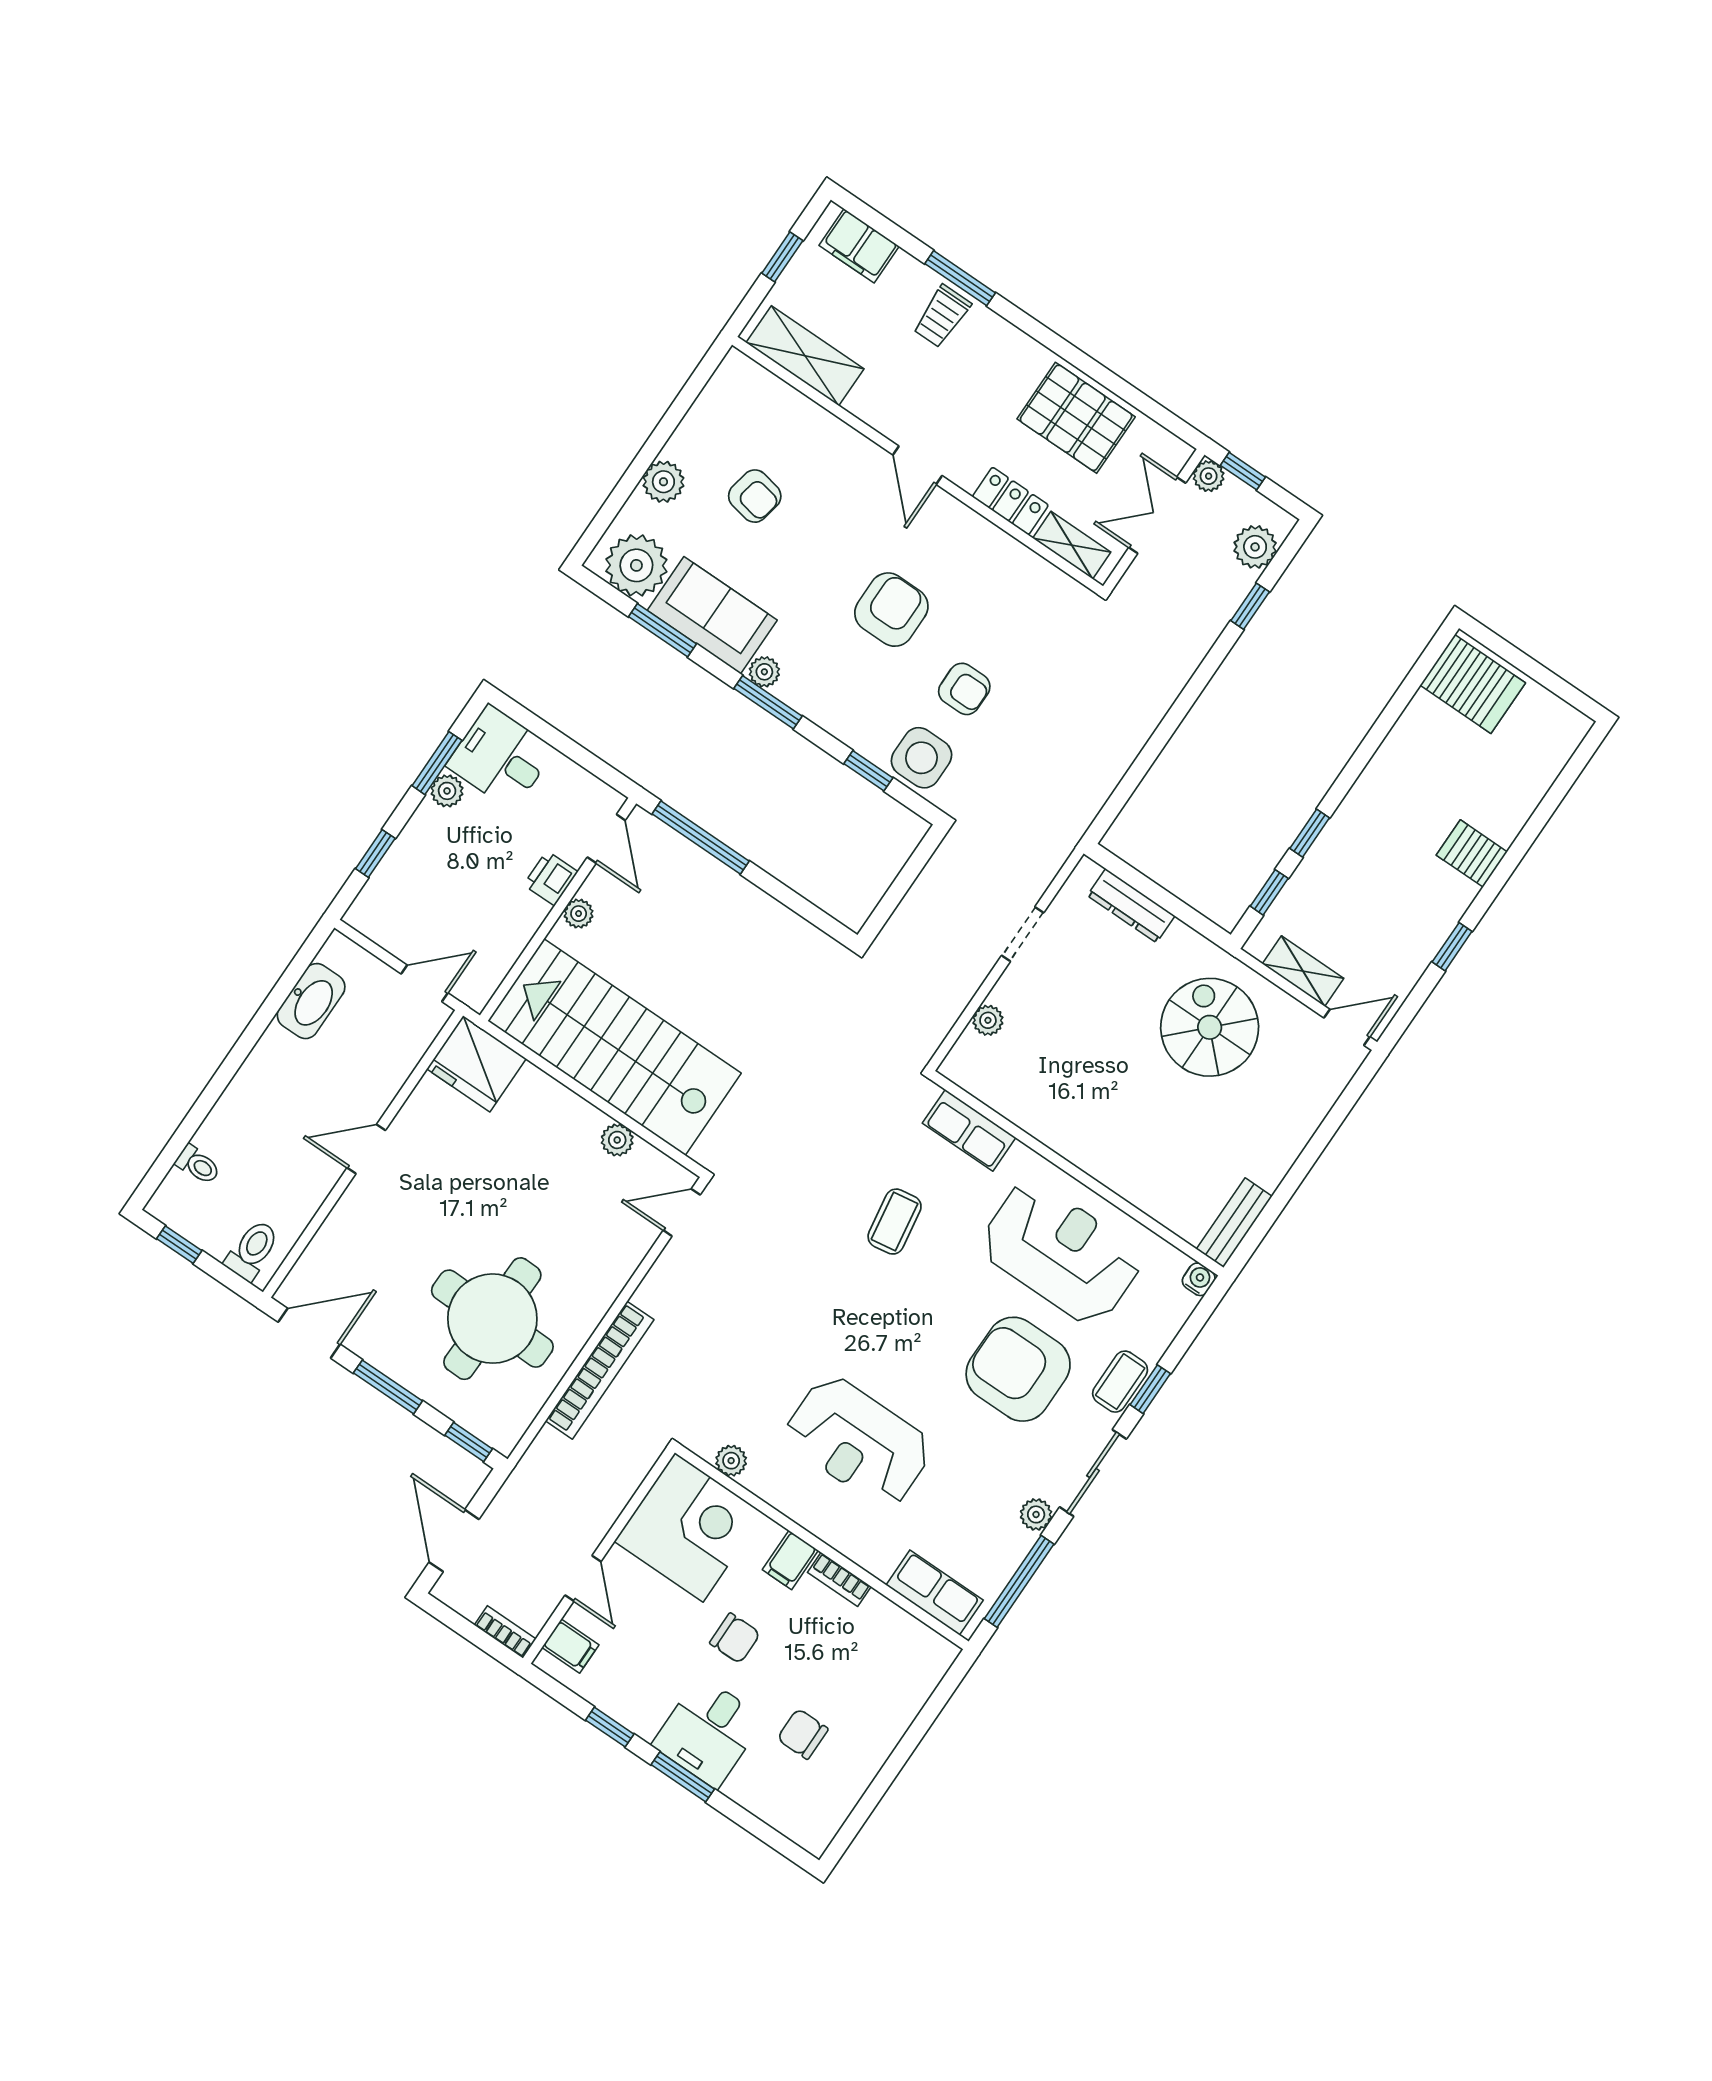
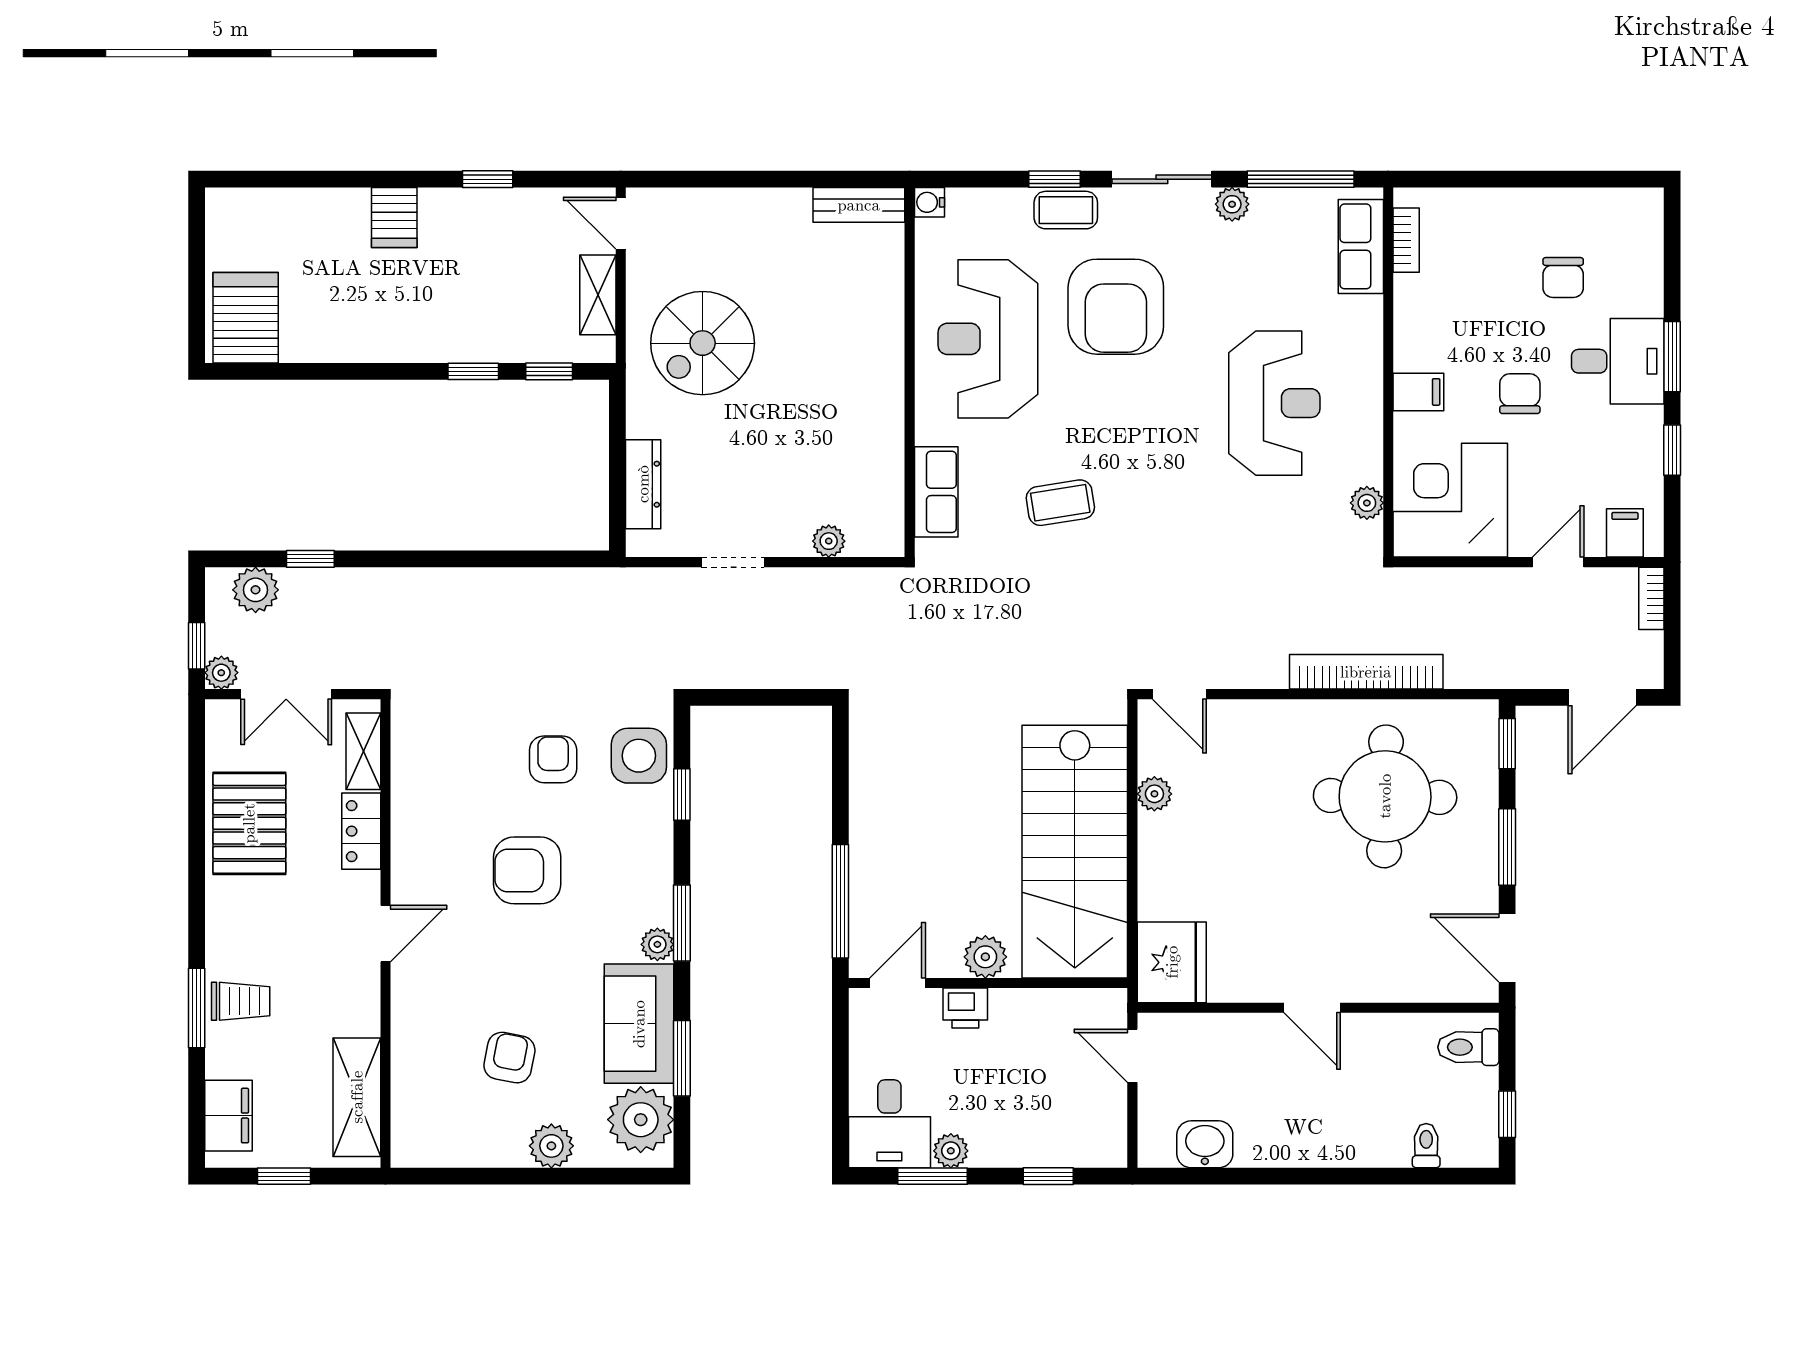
plant: (579, 914) -> (985, 957), width x1.38, depth x1.38
washbasin: (311, 1001) -> (1205, 1144), width x0.72
bookcase: (839, 1579) -> (1406, 240), moved

